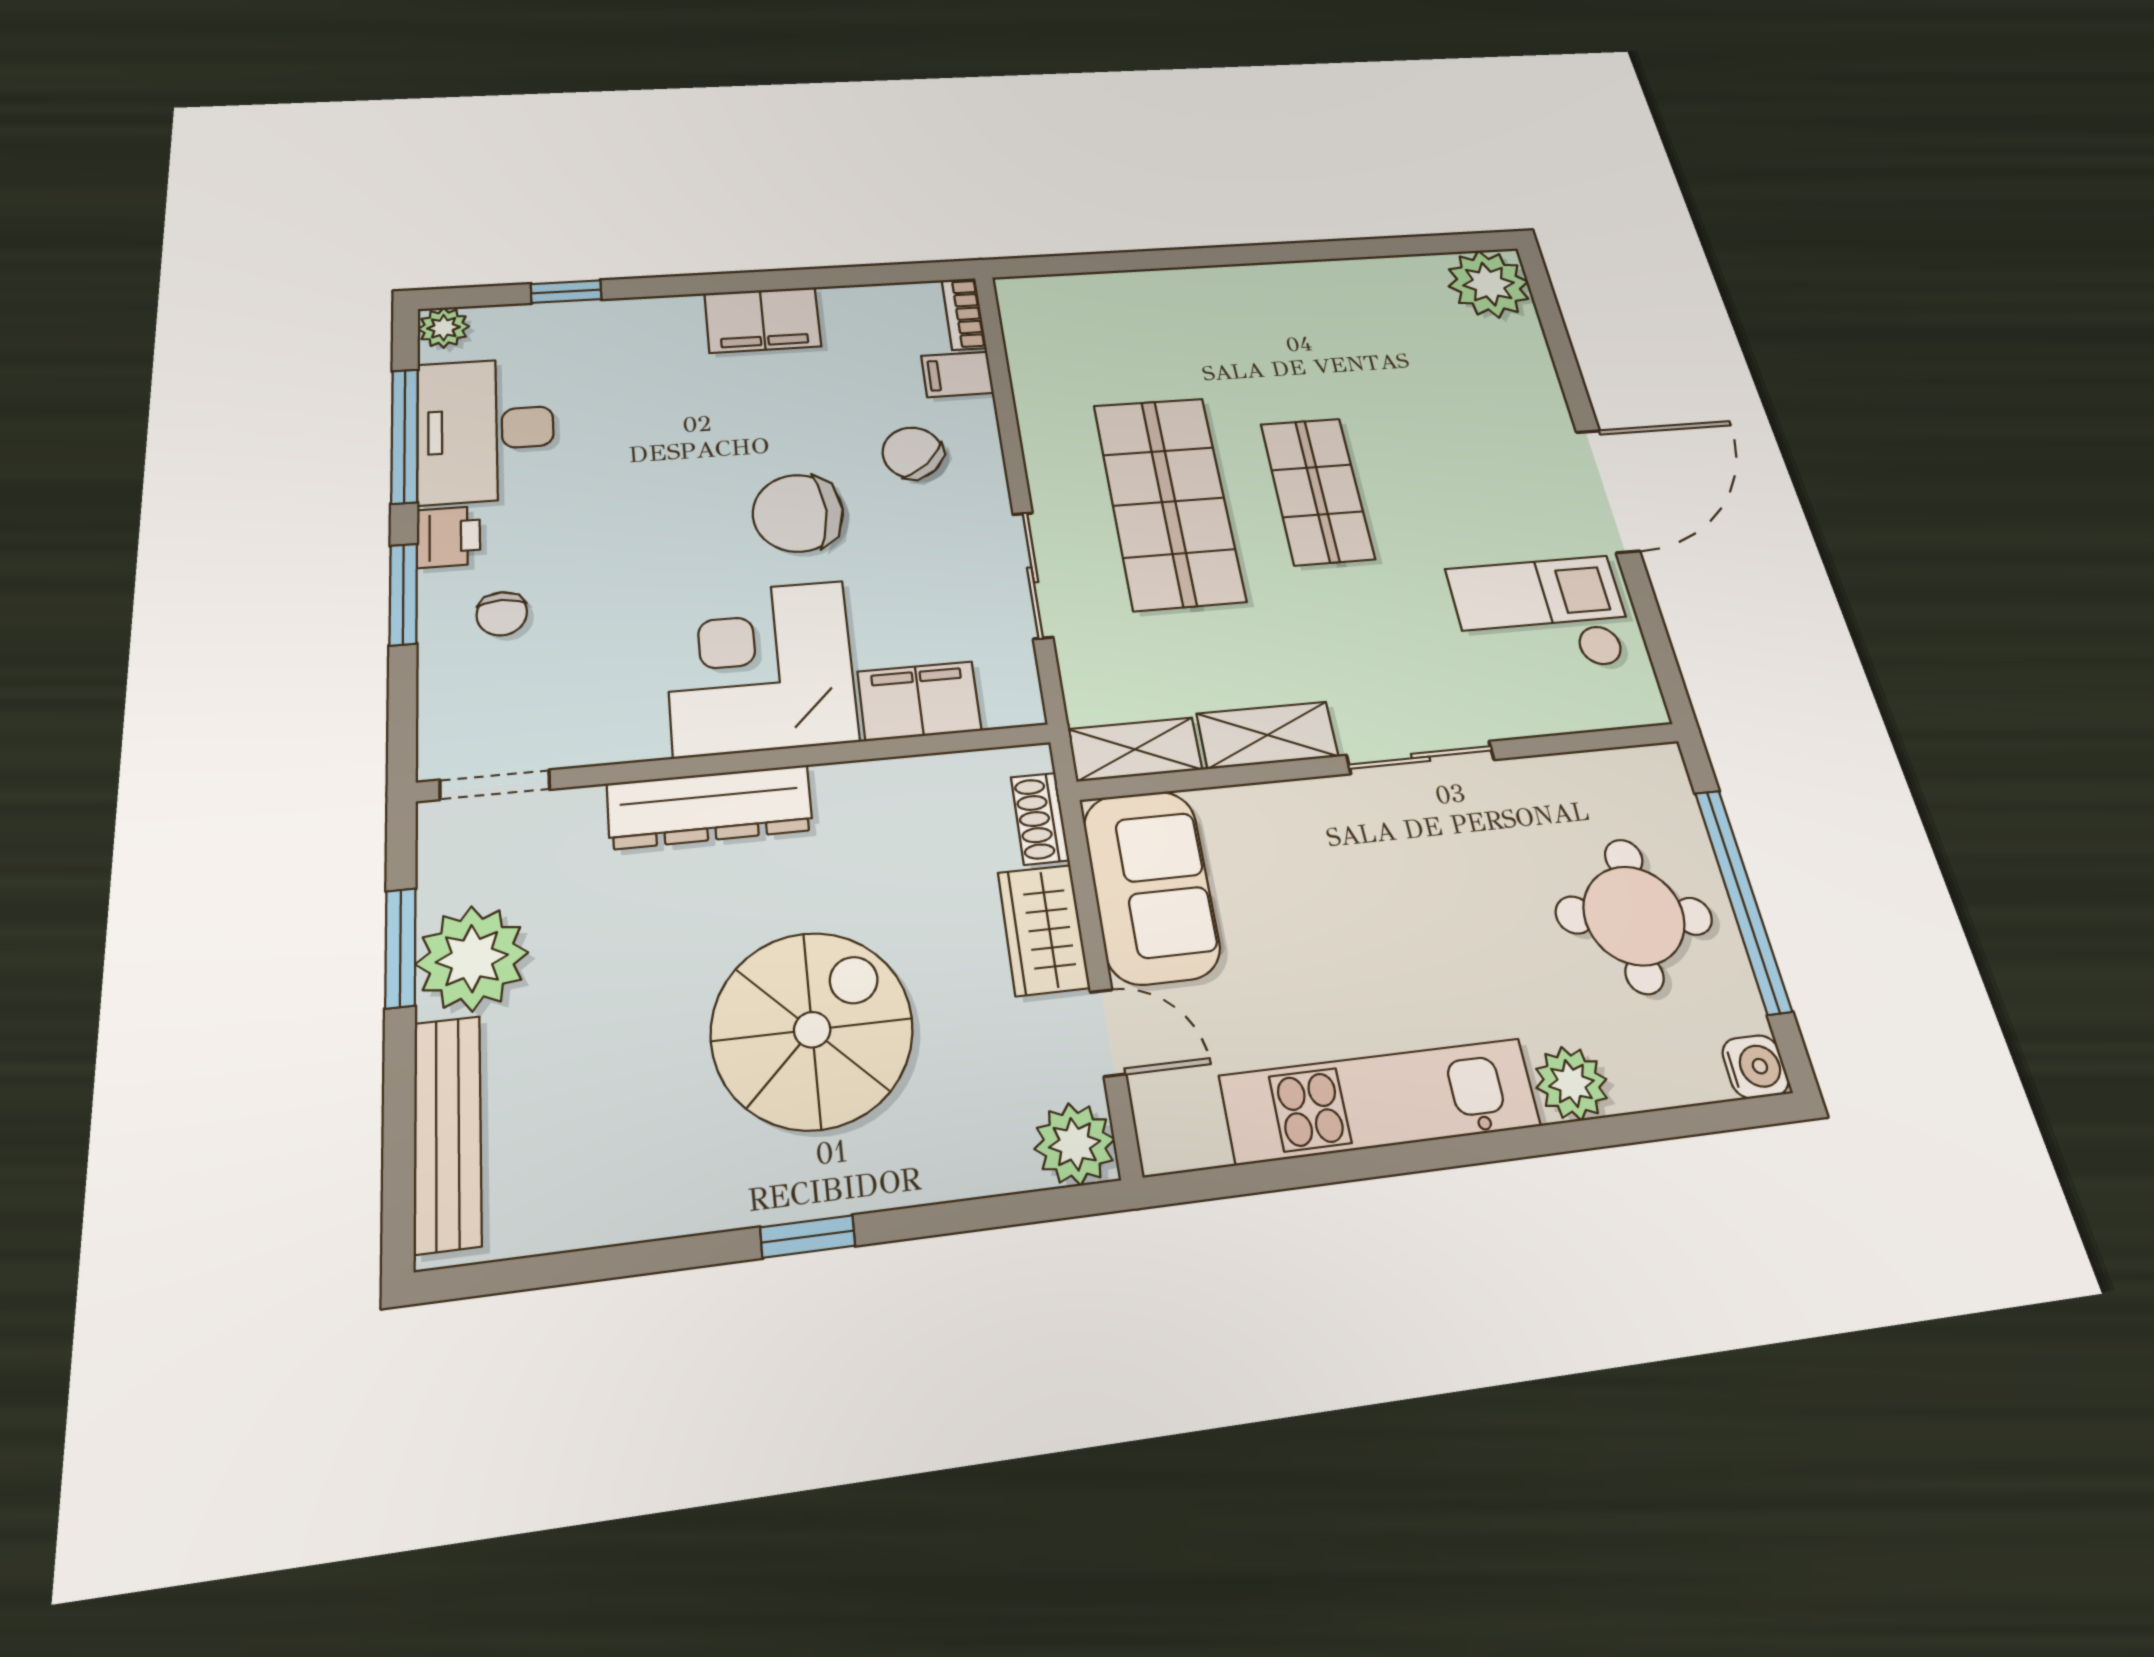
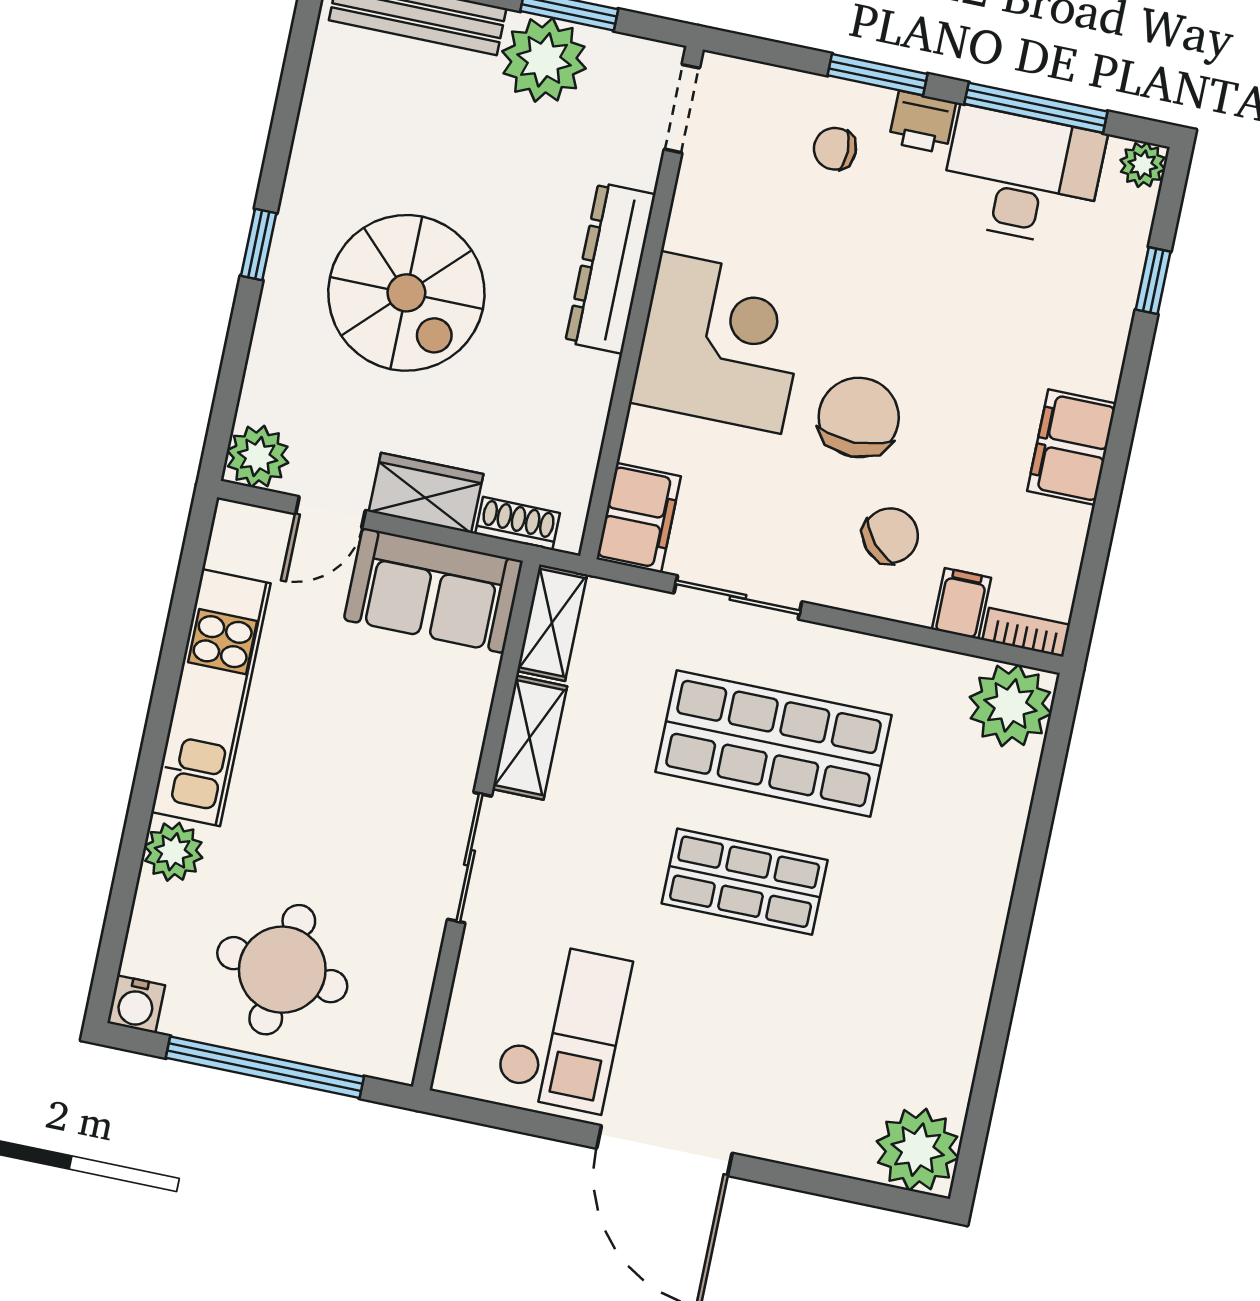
plant: (1041, 310) -> (1010, 705), added
filing cabinet: (919, 701) -> (639, 518), moved

